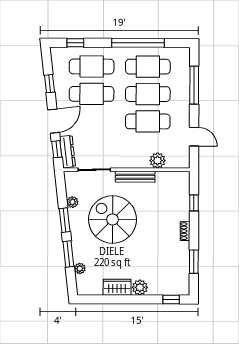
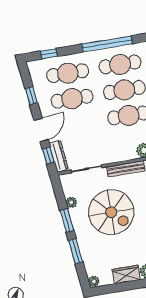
spiral stairs: (112, 219) -> (111, 212), turned 180
plant: (80, 268) -> (94, 281), moved

